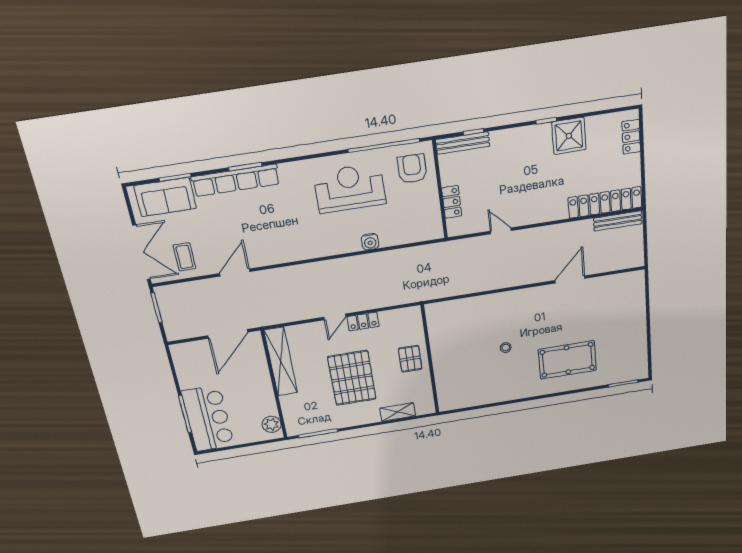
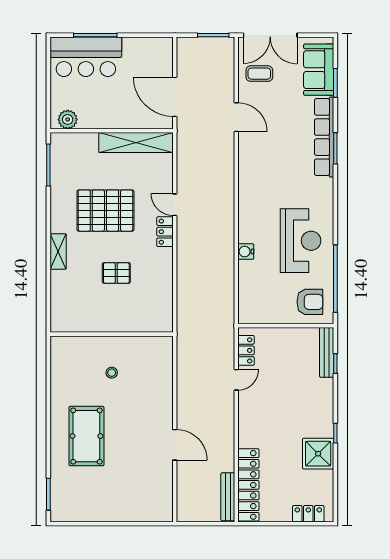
locker: (452, 202) -> (246, 350), moved, turned -90
wall: (430, 360) -> (112, 334), moved

